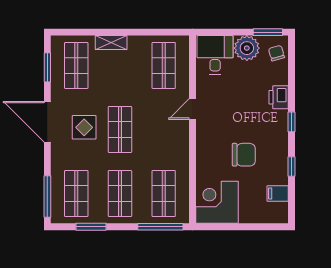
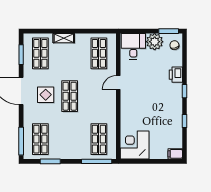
chair: (244, 155) -> (153, 113), removed
filing cabinet: (278, 193) -> (175, 154), moved
shop shelf: (120, 194) -> (70, 139), removed

